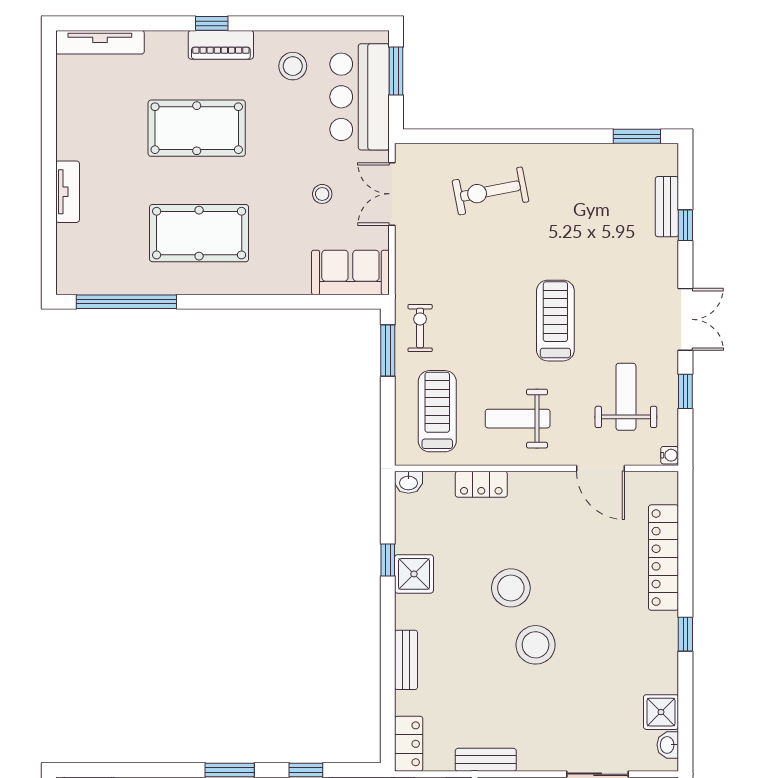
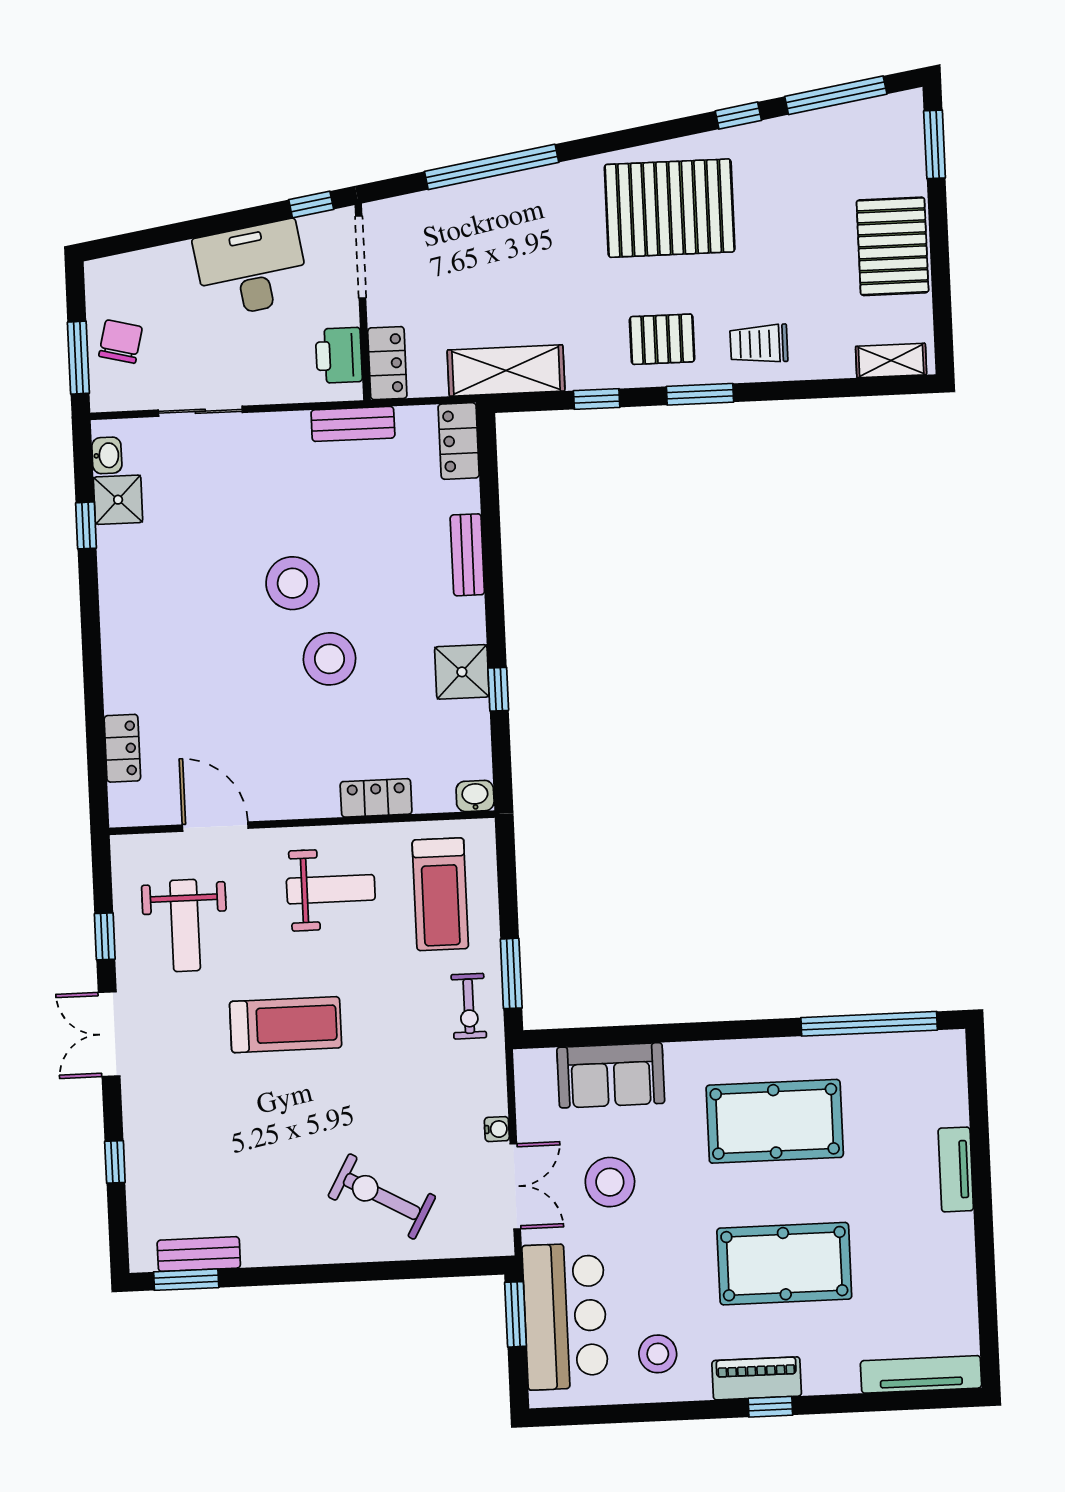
window: (396, 71) -> (515, 1314), moved
exercise bike: (490, 191) -> (382, 1196), turned -140
stool: (322, 194) -> (610, 1182), width x1.89, depth x1.89
bench: (667, 207) -> (199, 1254), moved, turned 90
sofa: (350, 272) -> (611, 1075), moved
treadmill: (555, 321) -> (286, 1025), turned -90
water cooler: (670, 455) -> (497, 1129), moved, turned 180
locker: (664, 558) -> (122, 748), width x0.46, depth x0.83
window: (685, 634) -> (86, 525), moved

